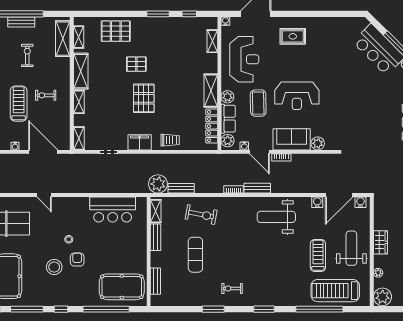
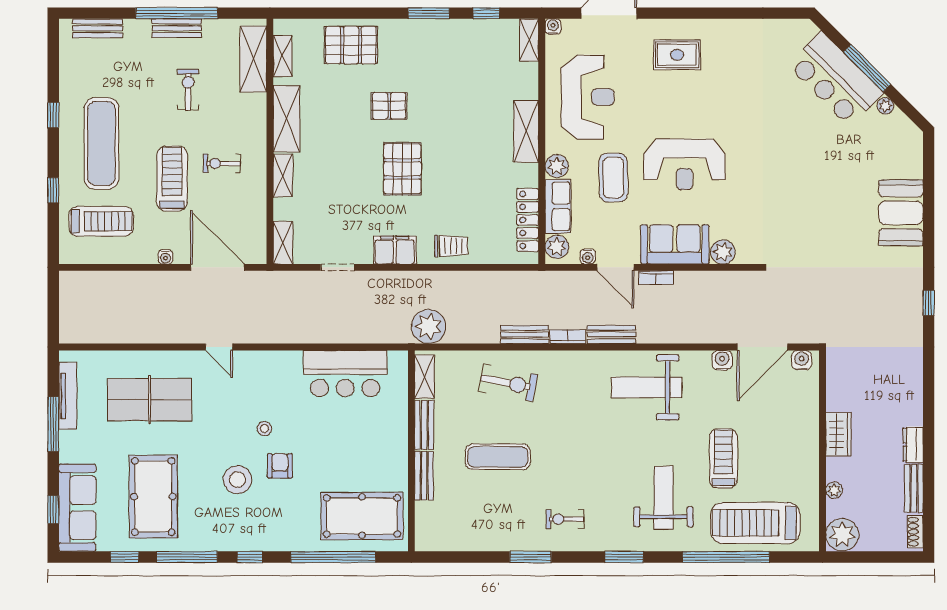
shelving: (212, 41) -> (529, 40), moved
shelving: (211, 91) -> (526, 131), moved
bench: (181, 188) -> (524, 335), moved
weight bench: (351, 248) -> (663, 498), moved
exercise mat: (195, 255) -> (498, 457), turned 90
bench: (155, 281) -> (424, 476), moved

